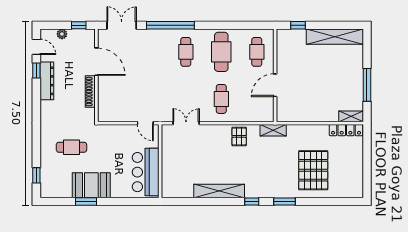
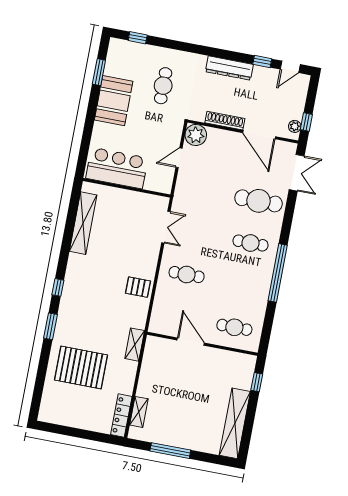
window: (170, 25) -> (278, 273), moved
plant: (62, 34) -> (295, 126), moved
cafe table: (221, 52) -> (259, 201), moved
door: (96, 62) -> (259, 135), hinge flipped
dresser: (47, 81) -> (229, 68), moved
plant: (106, 113) -> (196, 135), added
shelving: (351, 116) -> (139, 412), moved
door: (145, 123) -> (179, 158), moved
shelving: (273, 130) -> (135, 345), moved
shelving: (219, 191) -> (83, 223), moved
window: (86, 202) -> (99, 72), moved

